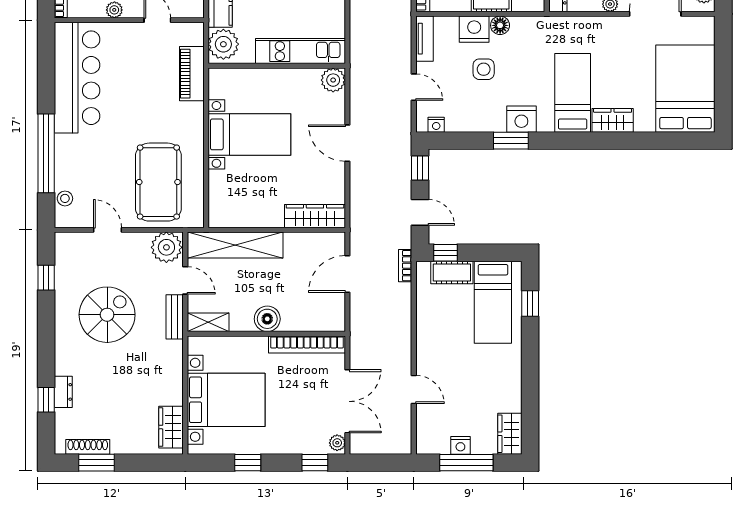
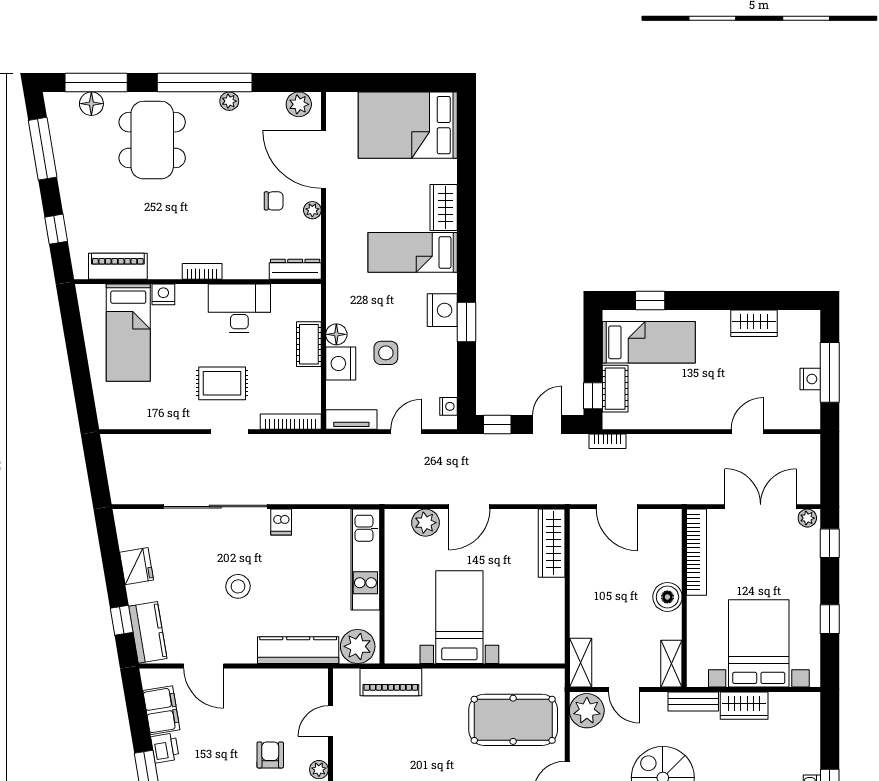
plant: (333, 80) -> (426, 523), moved
shelving: (235, 245) -> (581, 663), width x0.45, depth x0.75
door: (185, 280) -> (624, 689), swing flipped
bench: (175, 317) -> (693, 701), moved
wardrobe: (171, 427) -> (744, 706), moved
wardrobe: (510, 434) -> (754, 323), moved

